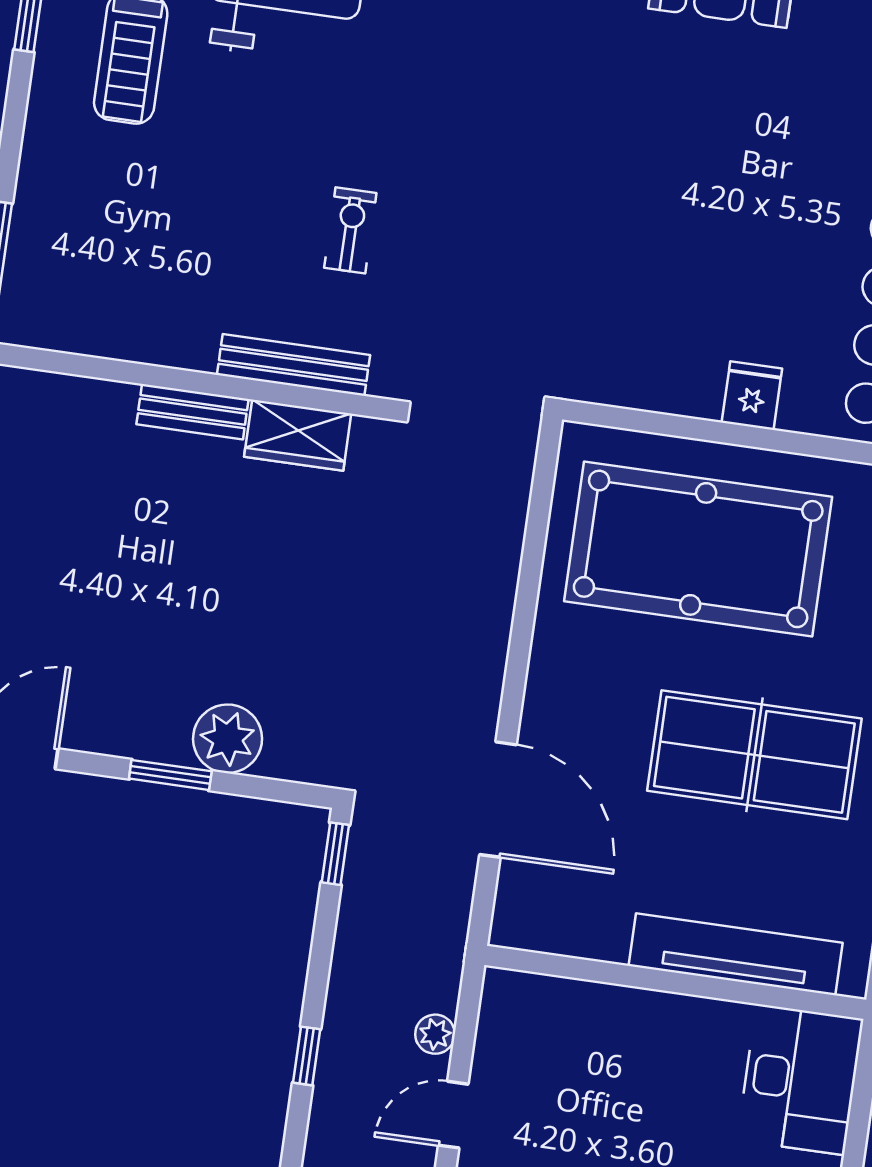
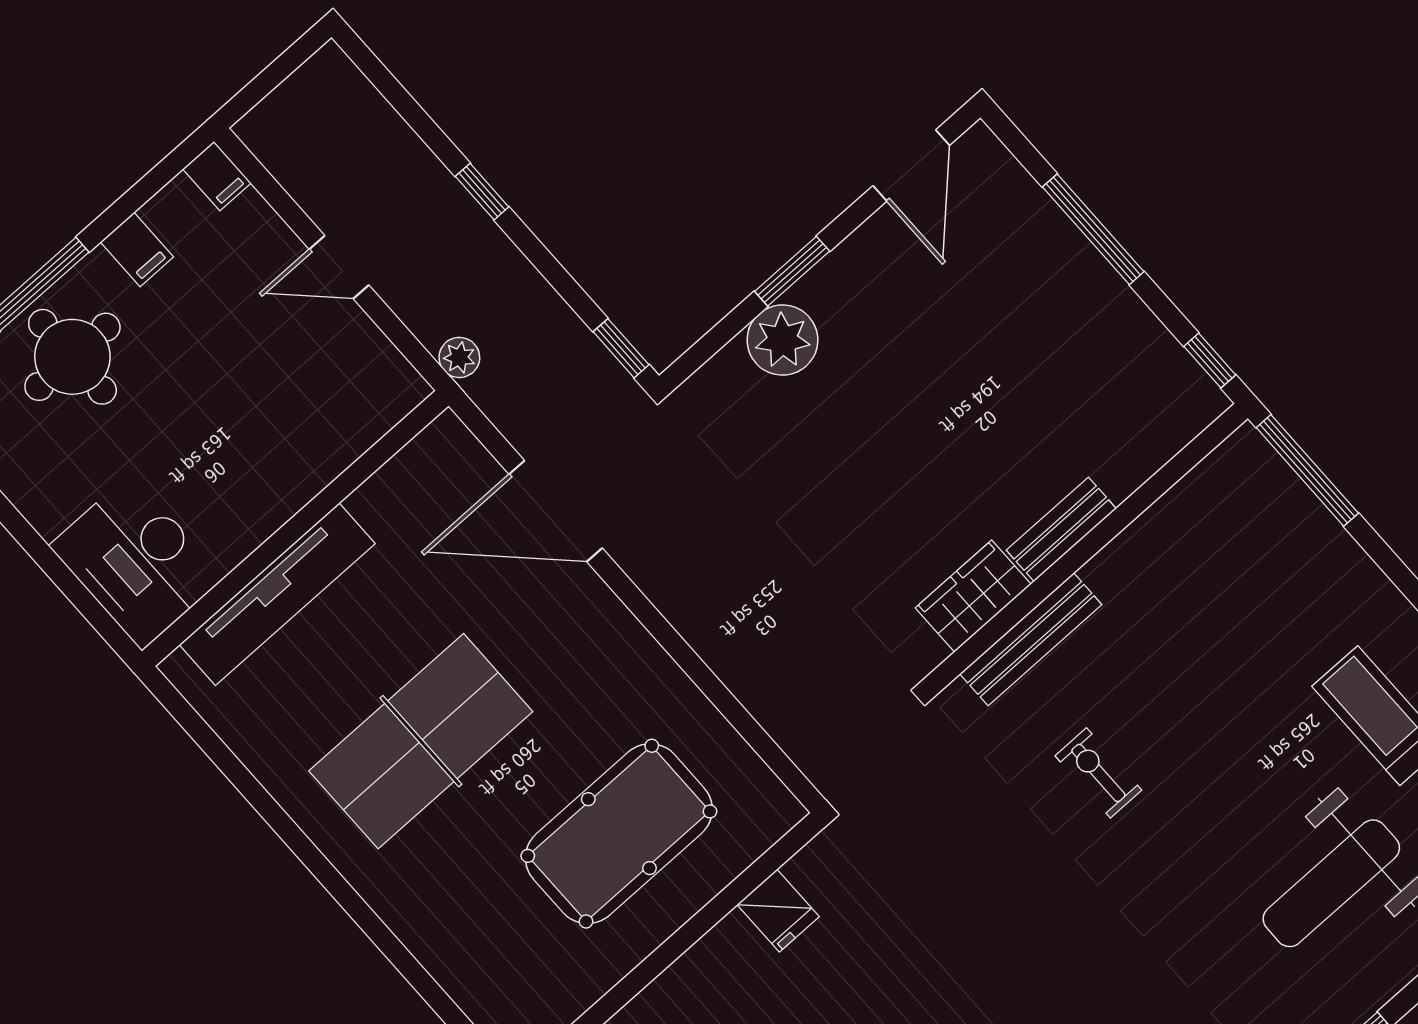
exercise bike: (350, 230) -> (1098, 773), turned 180
fridge: (752, 396) -> (778, 911), moved
pool table: (698, 549) -> (619, 834), width x0.73, depth x0.76
plant: (435, 1034) -> (459, 357), moved
door: (453, 1115) -> (339, 267), swing flipped

